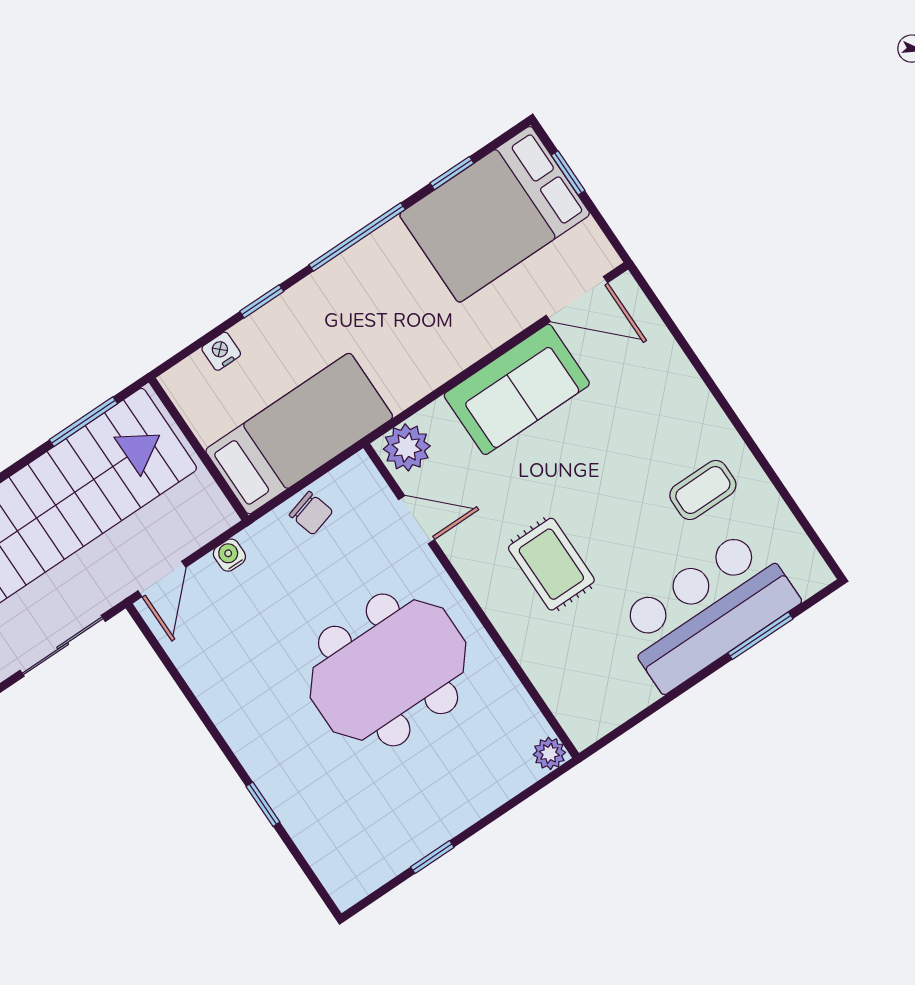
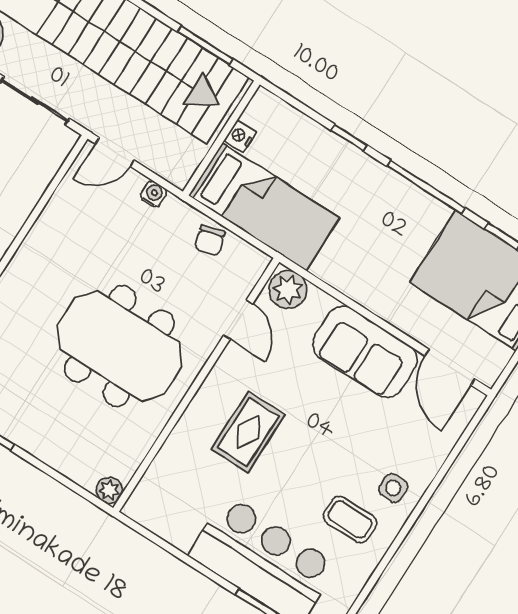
nightstand: (221, 351) -> (240, 136), moved, turned -90
side table: (688, 425) -> (393, 488), added

